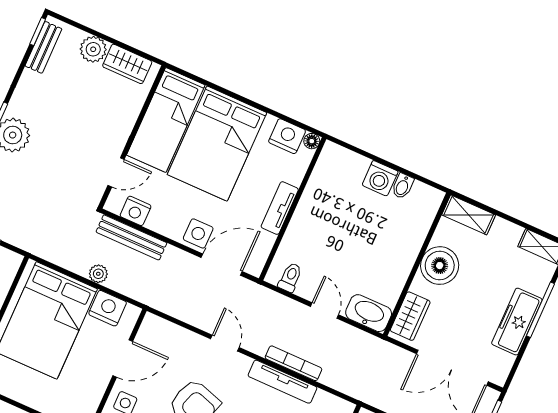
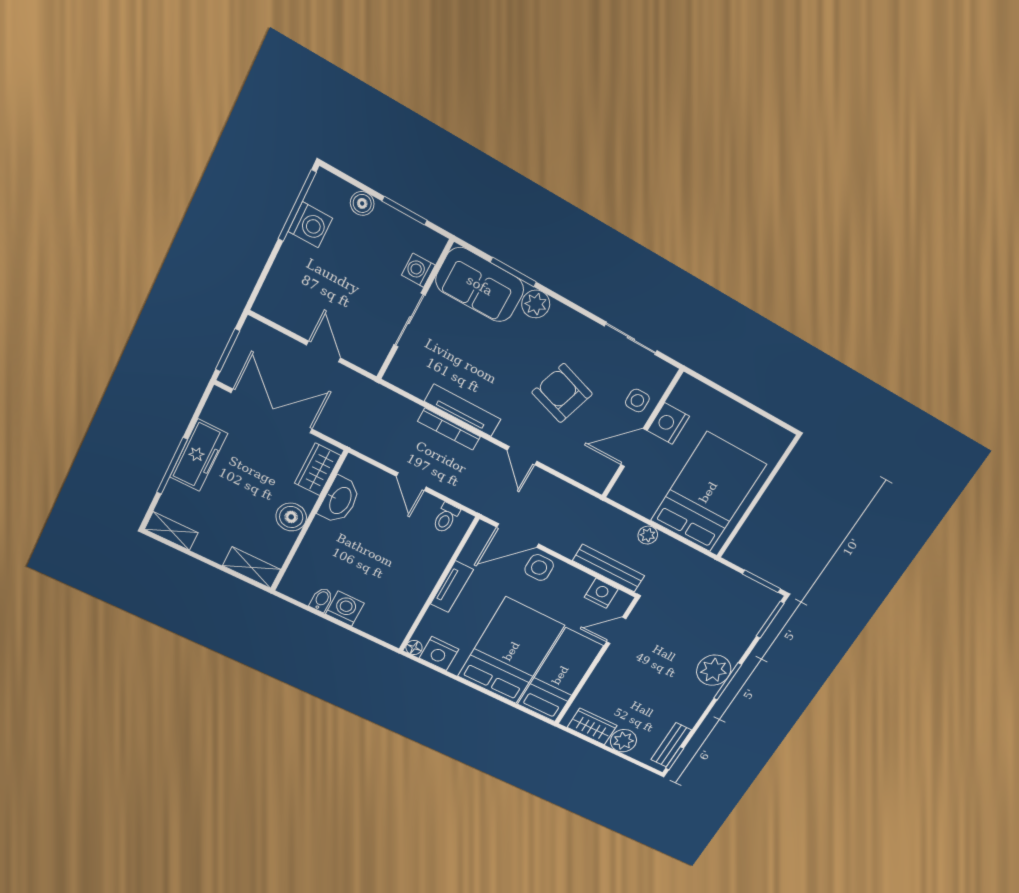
boiler: (440, 266) -> (291, 517), width x0.73, depth x0.73
nightstand: (108, 308) -> (668, 423), moved, turned 90
washbasin: (369, 313) -> (340, 500), moved, turned -90

